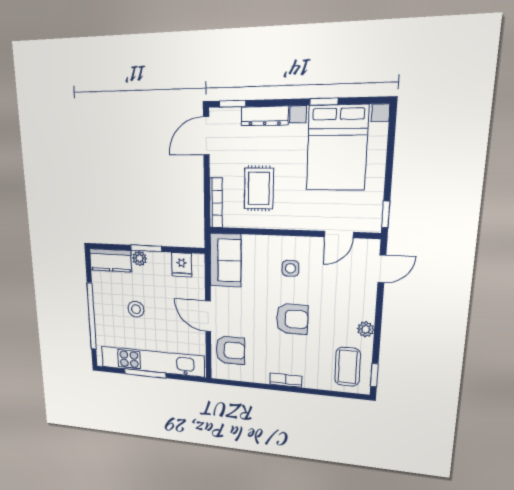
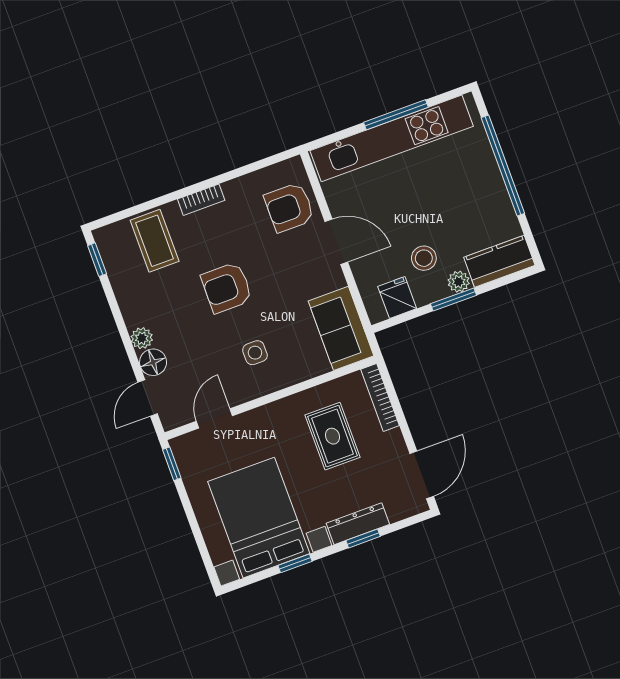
window: (233, 104) -> (363, 538), moved
floor lamp: (366, 292) -> (153, 362), added
stool: (136, 309) -> (424, 258), moved
plant: (366, 329) -> (142, 338), moved
coffee table: (348, 367) -> (155, 241), moved

